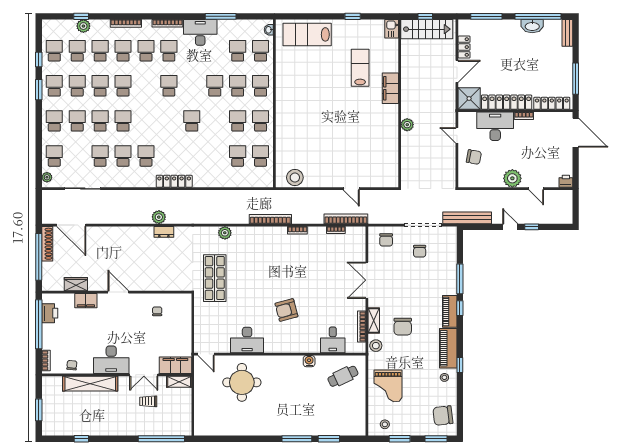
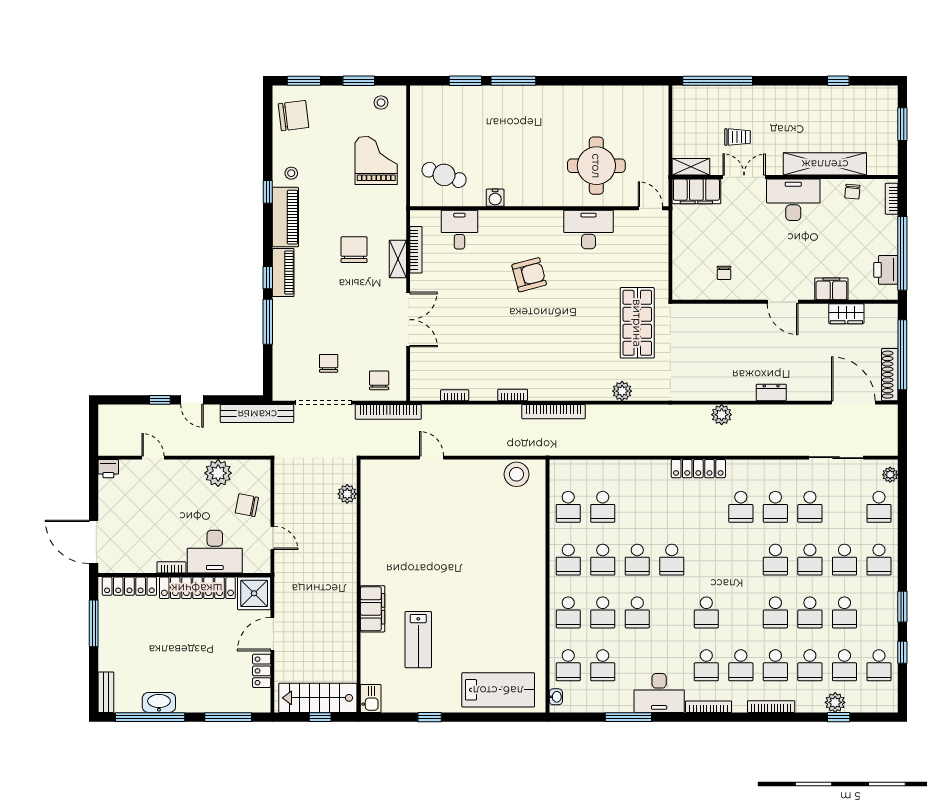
school desk: (54, 86) -> (637, 560), moved
plant: (407, 125) -> (347, 494), moved
plant: (512, 178) -> (218, 473), moved
bookcase: (346, 219) -> (388, 412), moved
dresser: (164, 232) -> (771, 392), moved
stool: (376, 346) -> (395, 221), removed
cafe table: (343, 376) -> (444, 175), turned 44

